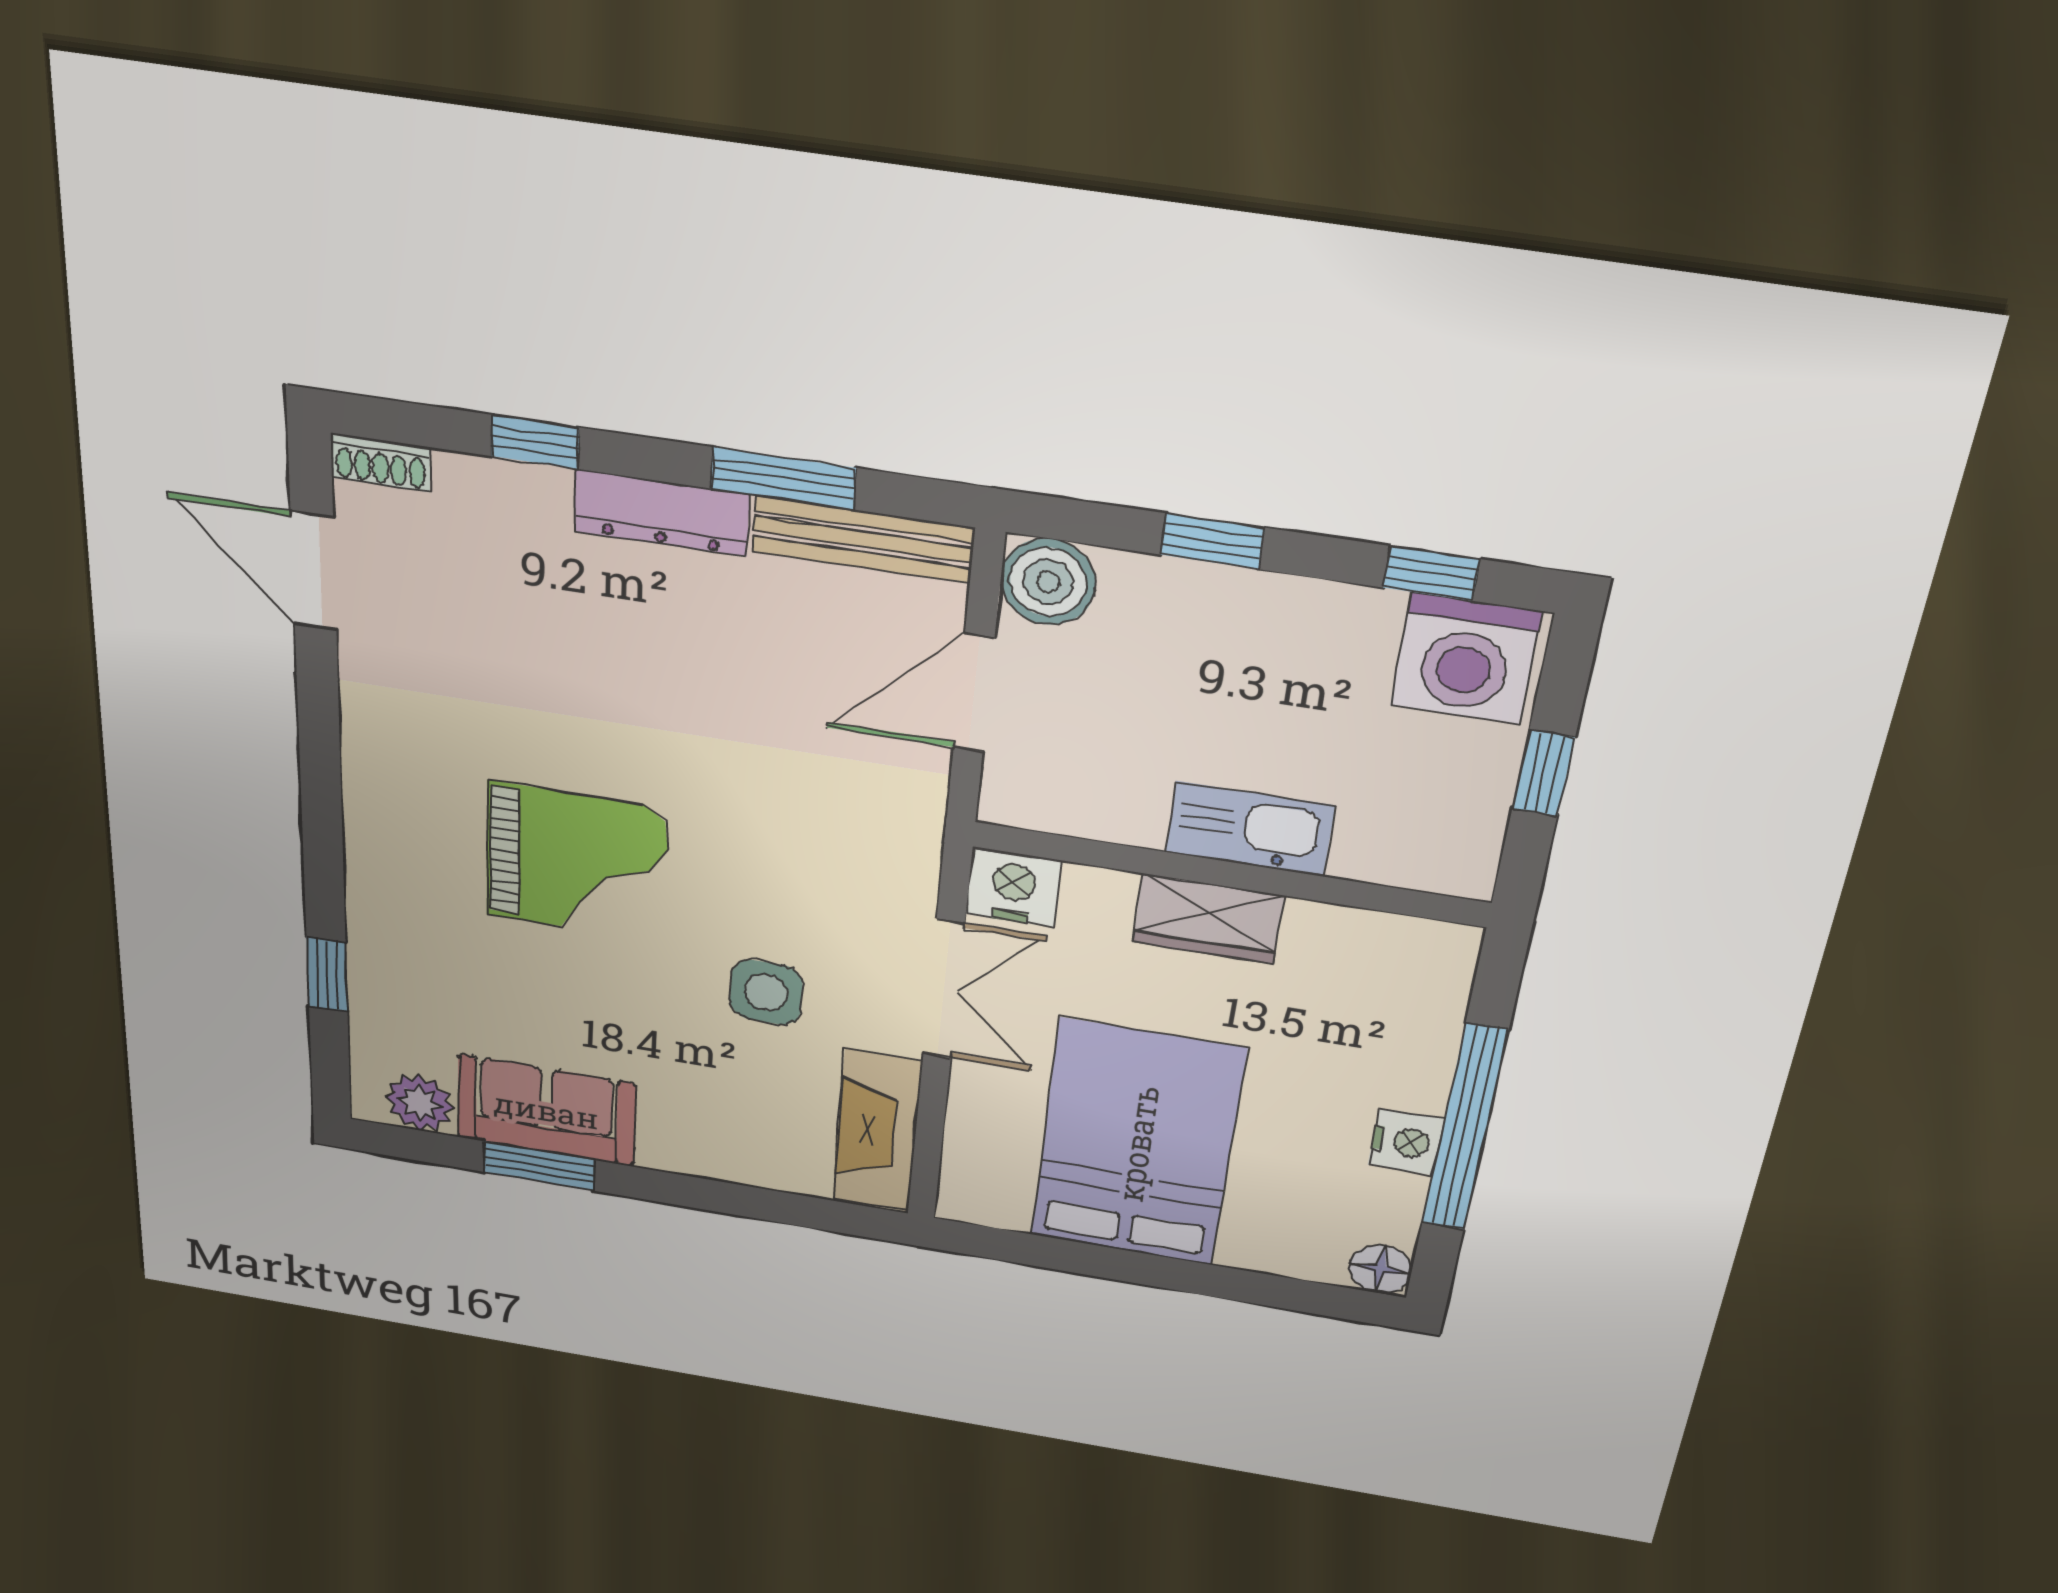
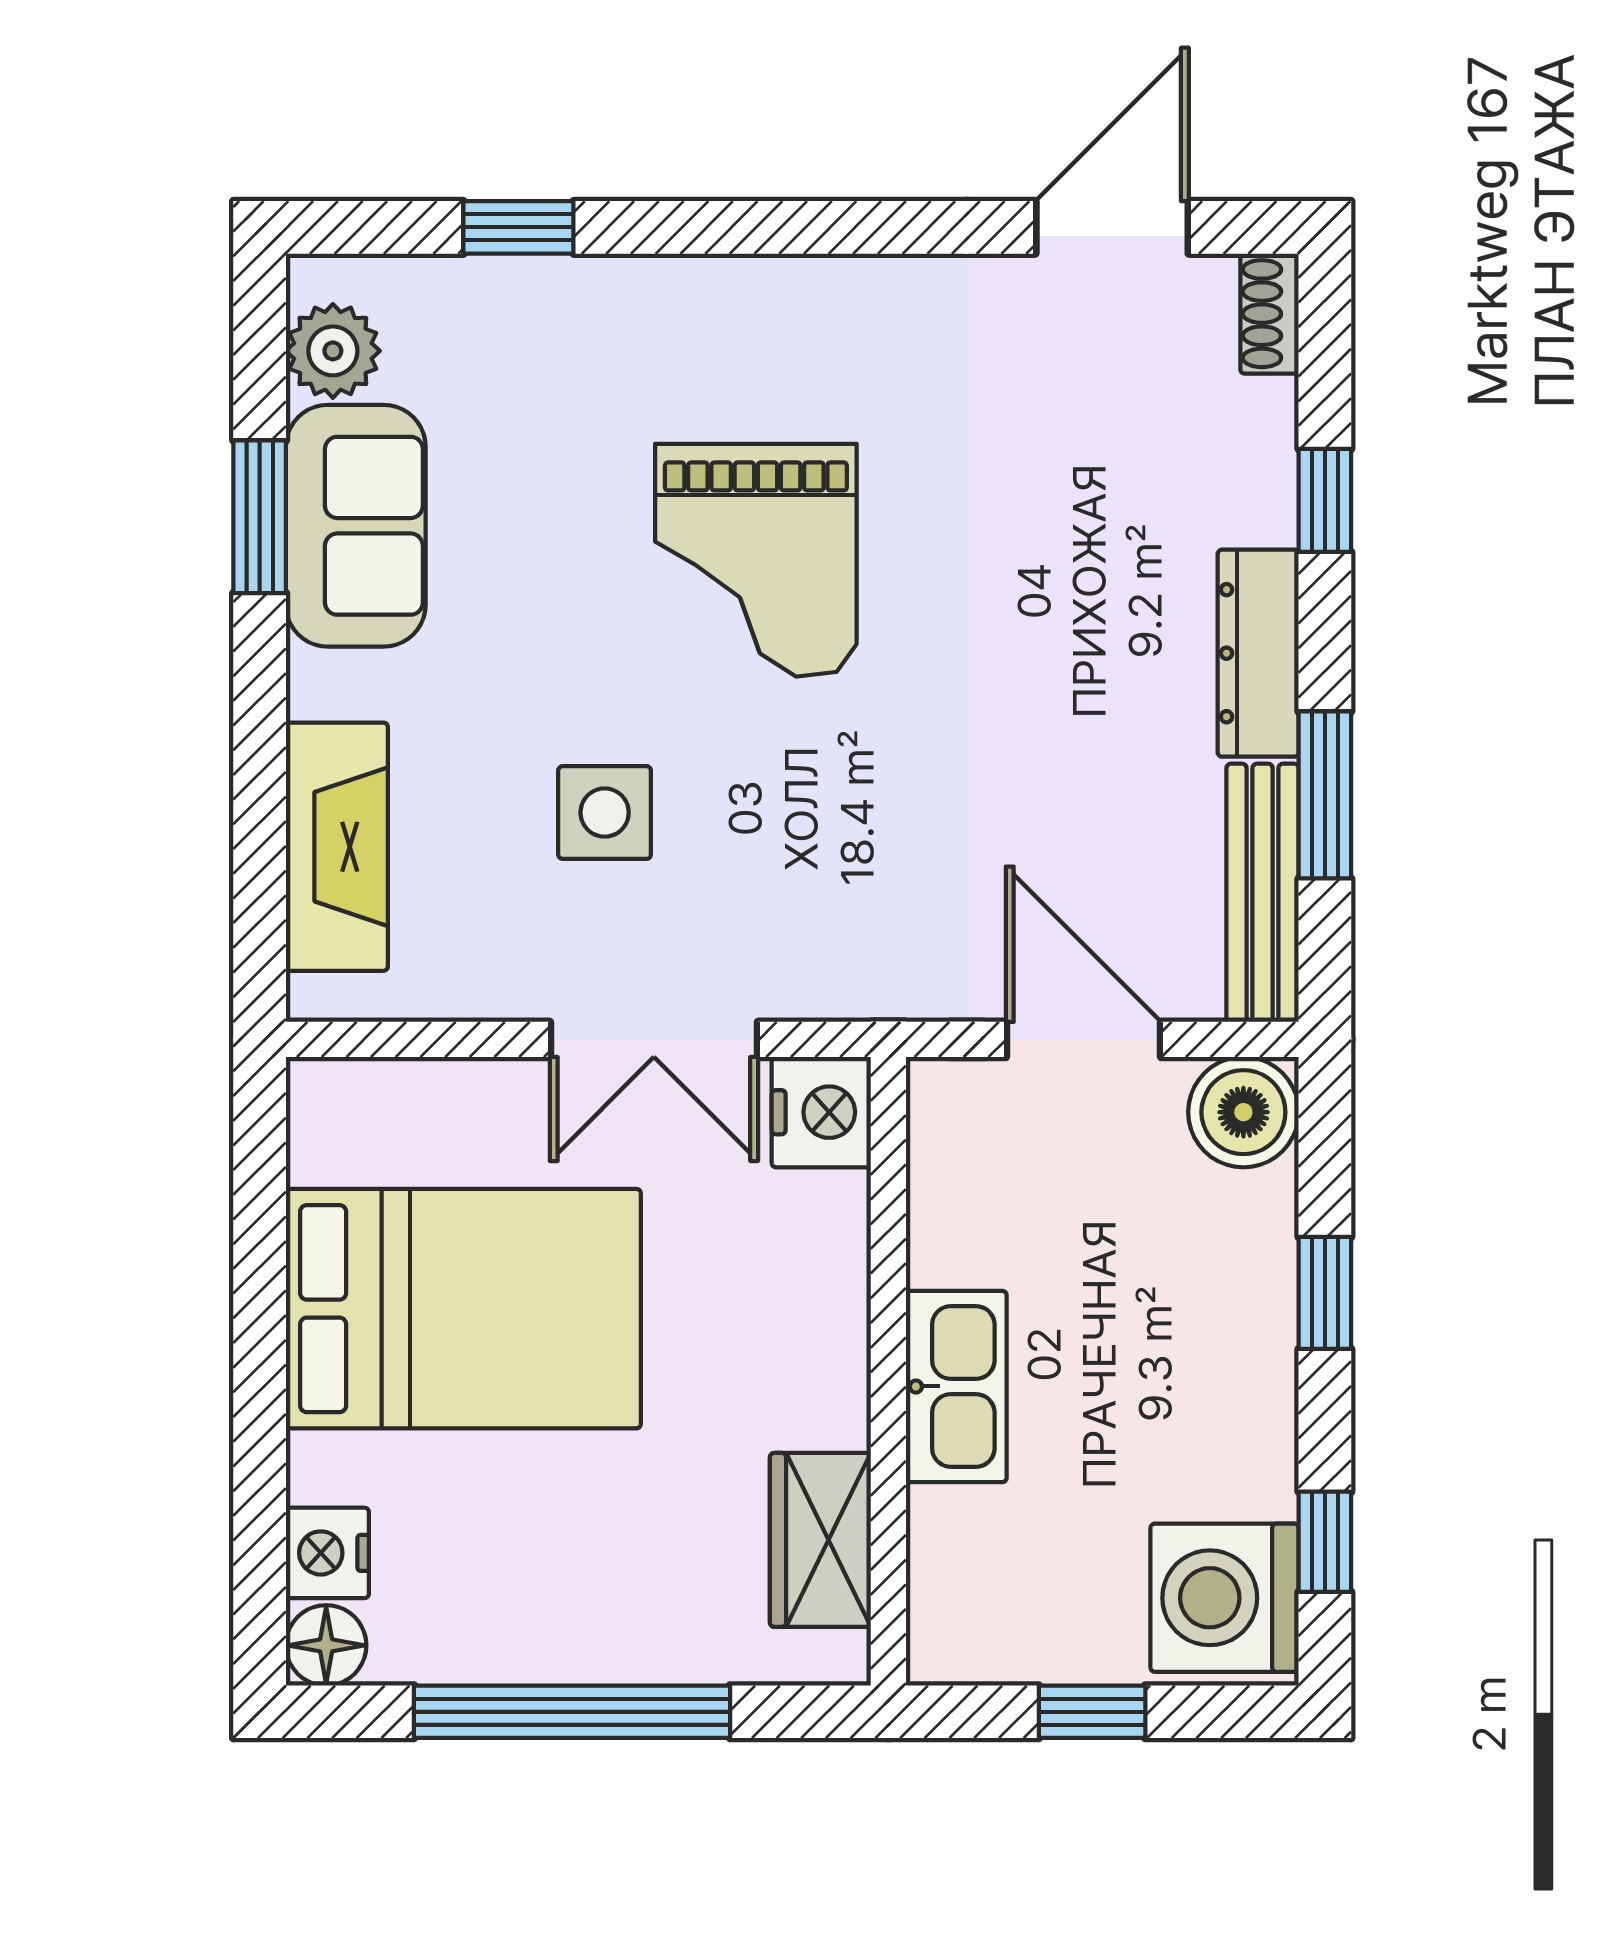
wardrobe: (1208, 919) -> (820, 1540), moved
fireplace: (877, 1131) -> (337, 847), moved, turned 90
nightstand: (1406, 1142) -> (327, 1553), moved, turned 90

